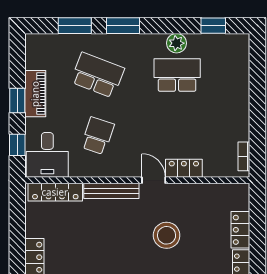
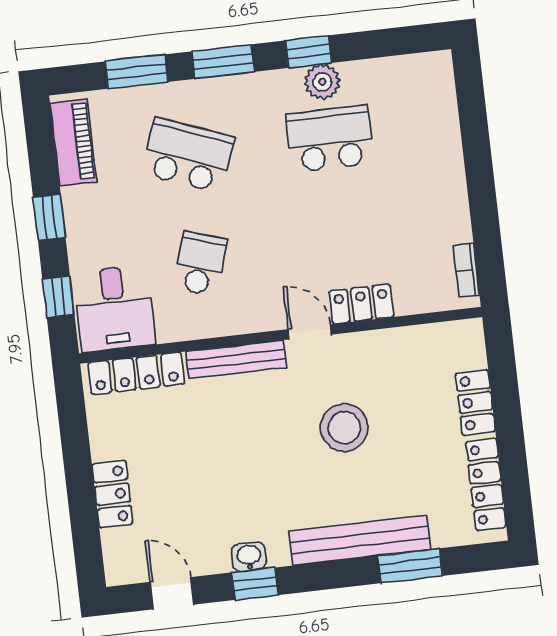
window: (213, 26) -> (309, 52), moved
piano: (35, 94) -> (73, 142), moved

